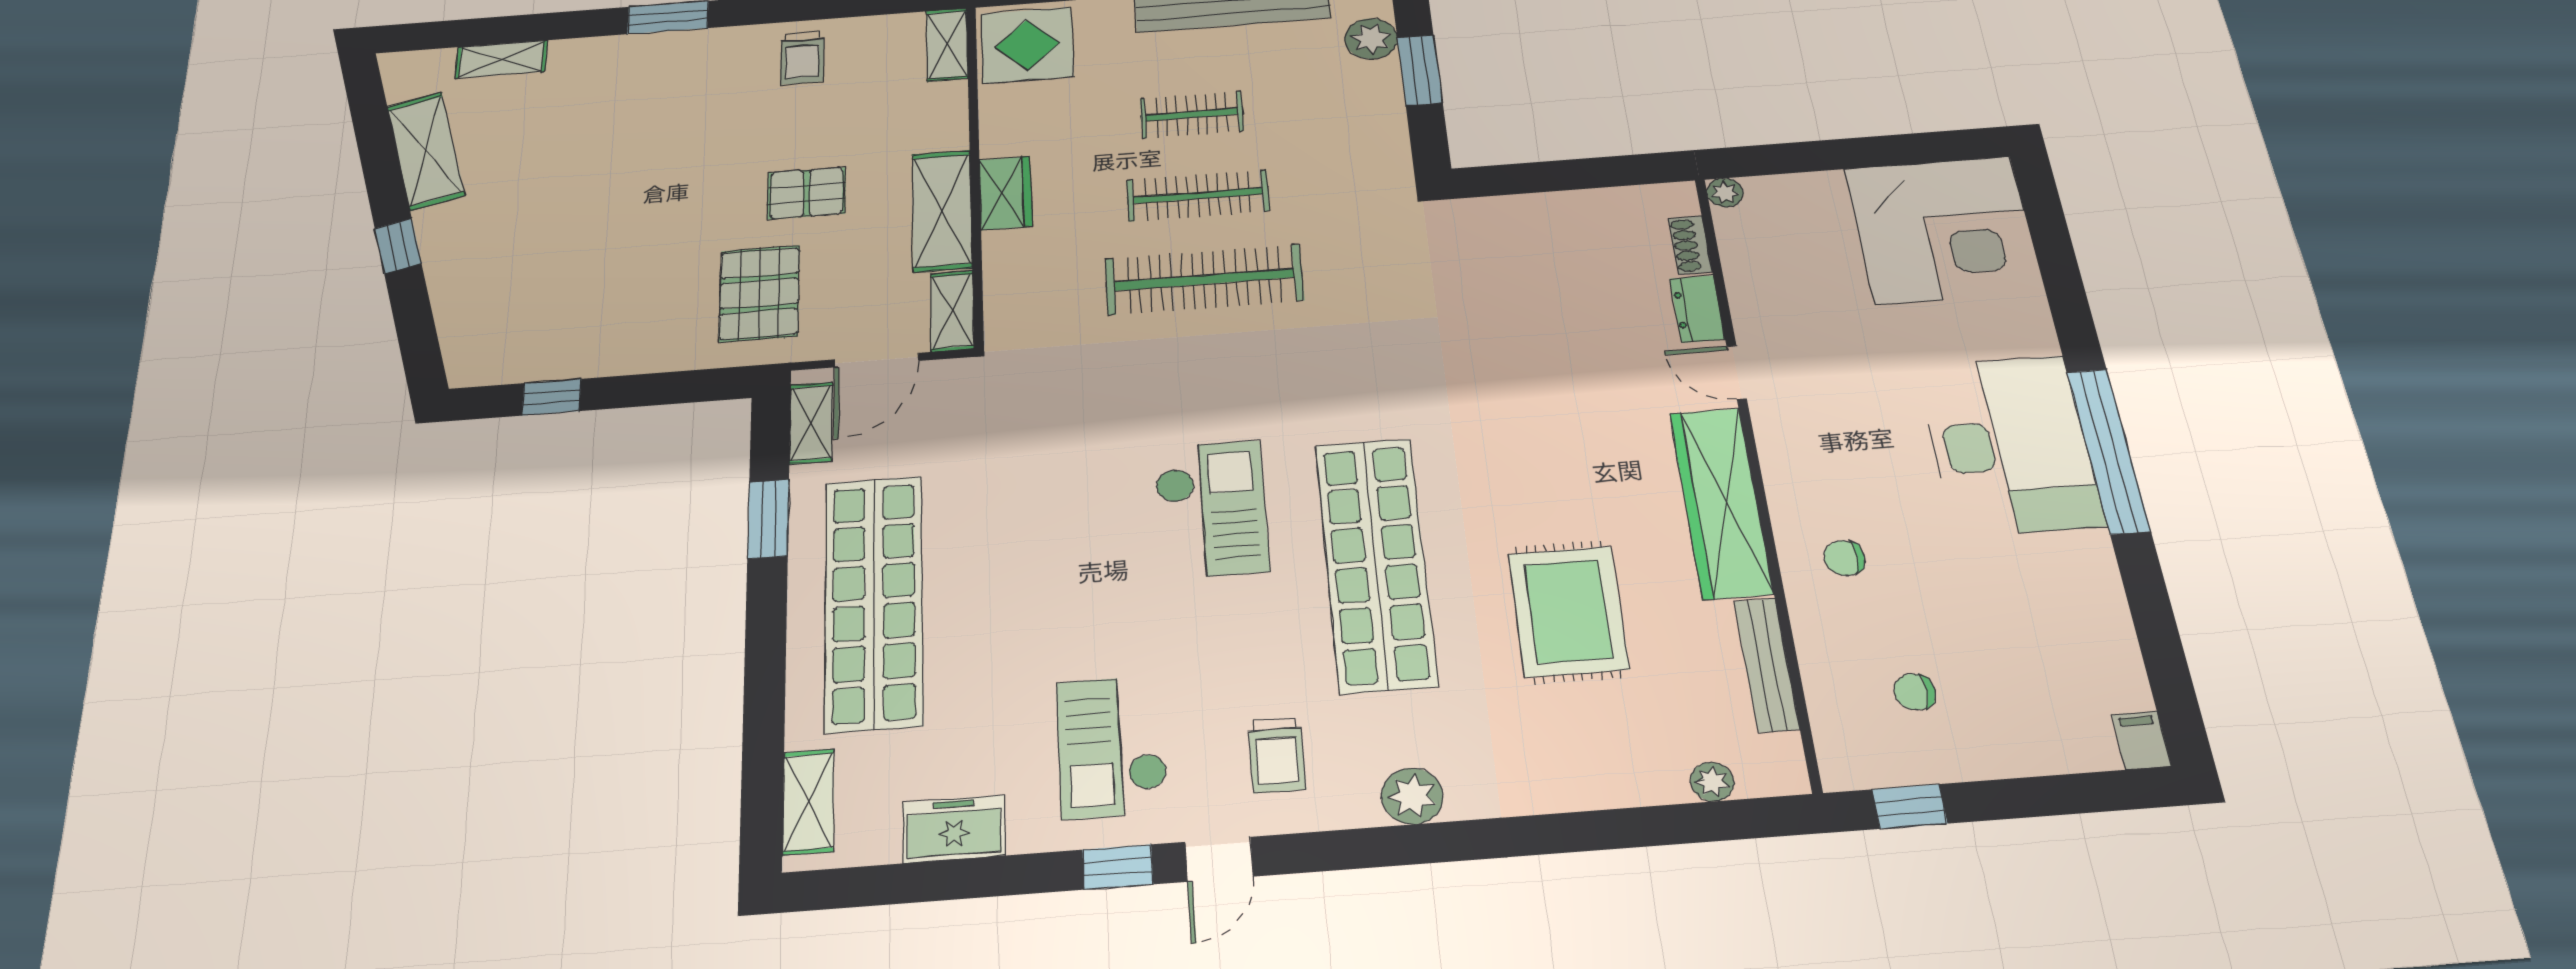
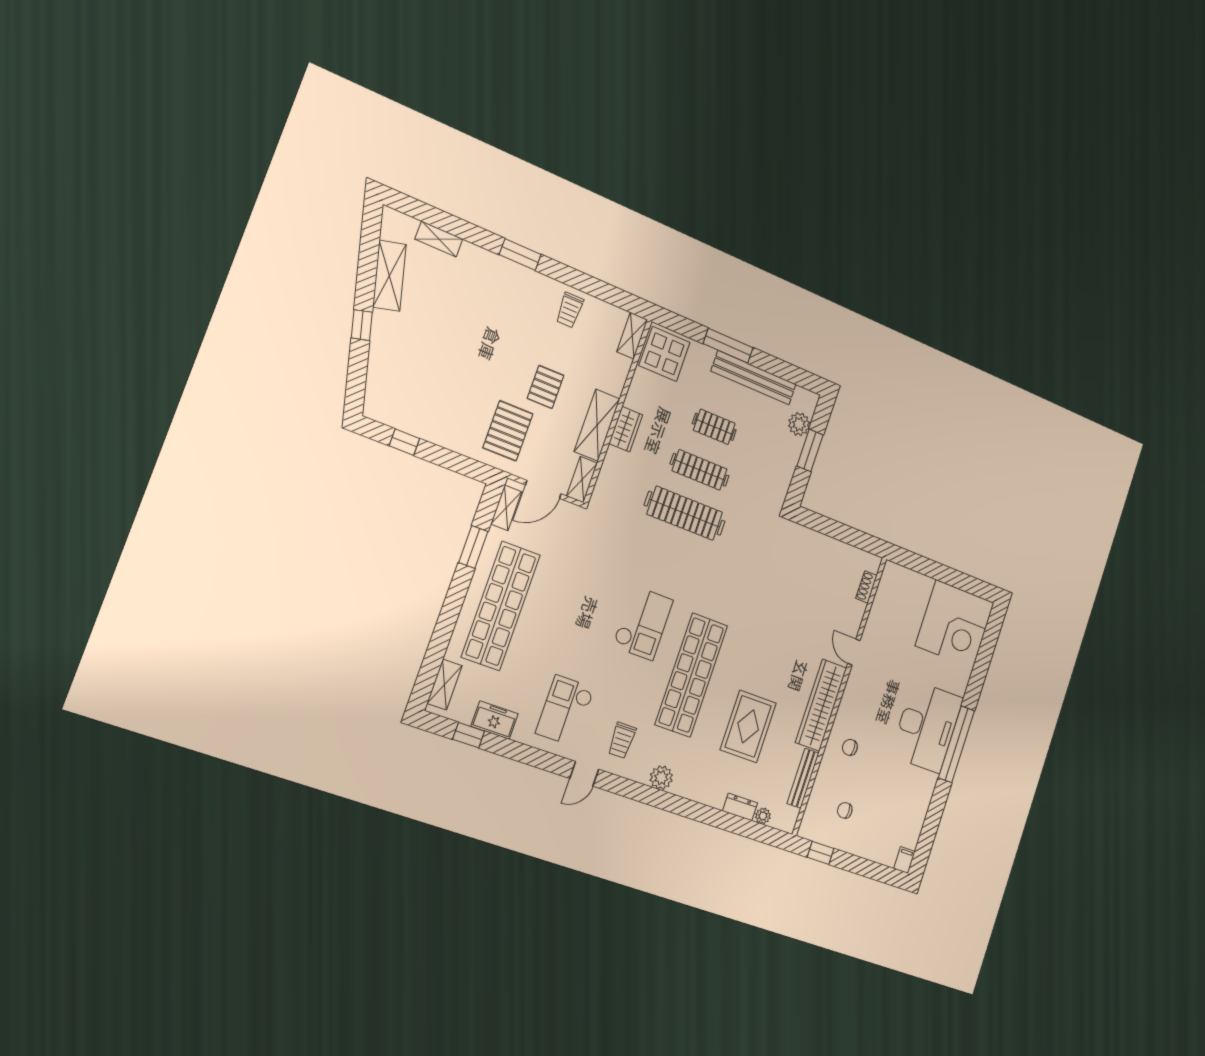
pallet: (807, 193) -> (545, 387), turned 90
plant: (1725, 193) -> (890, 569), removed
dresser: (1697, 309) -> (740, 807), moved, turned 90
window: (1118, 867) -> (469, 735), moved

